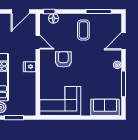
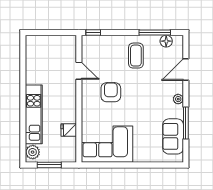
door: (20, 12) -> (57, 33), removed
floor lamp: (53, 18) -> (166, 41), moved
fridge: (30, 67) -> (69, 130), moved
sofa: (105, 107) -> (173, 136), moved, turned -90

